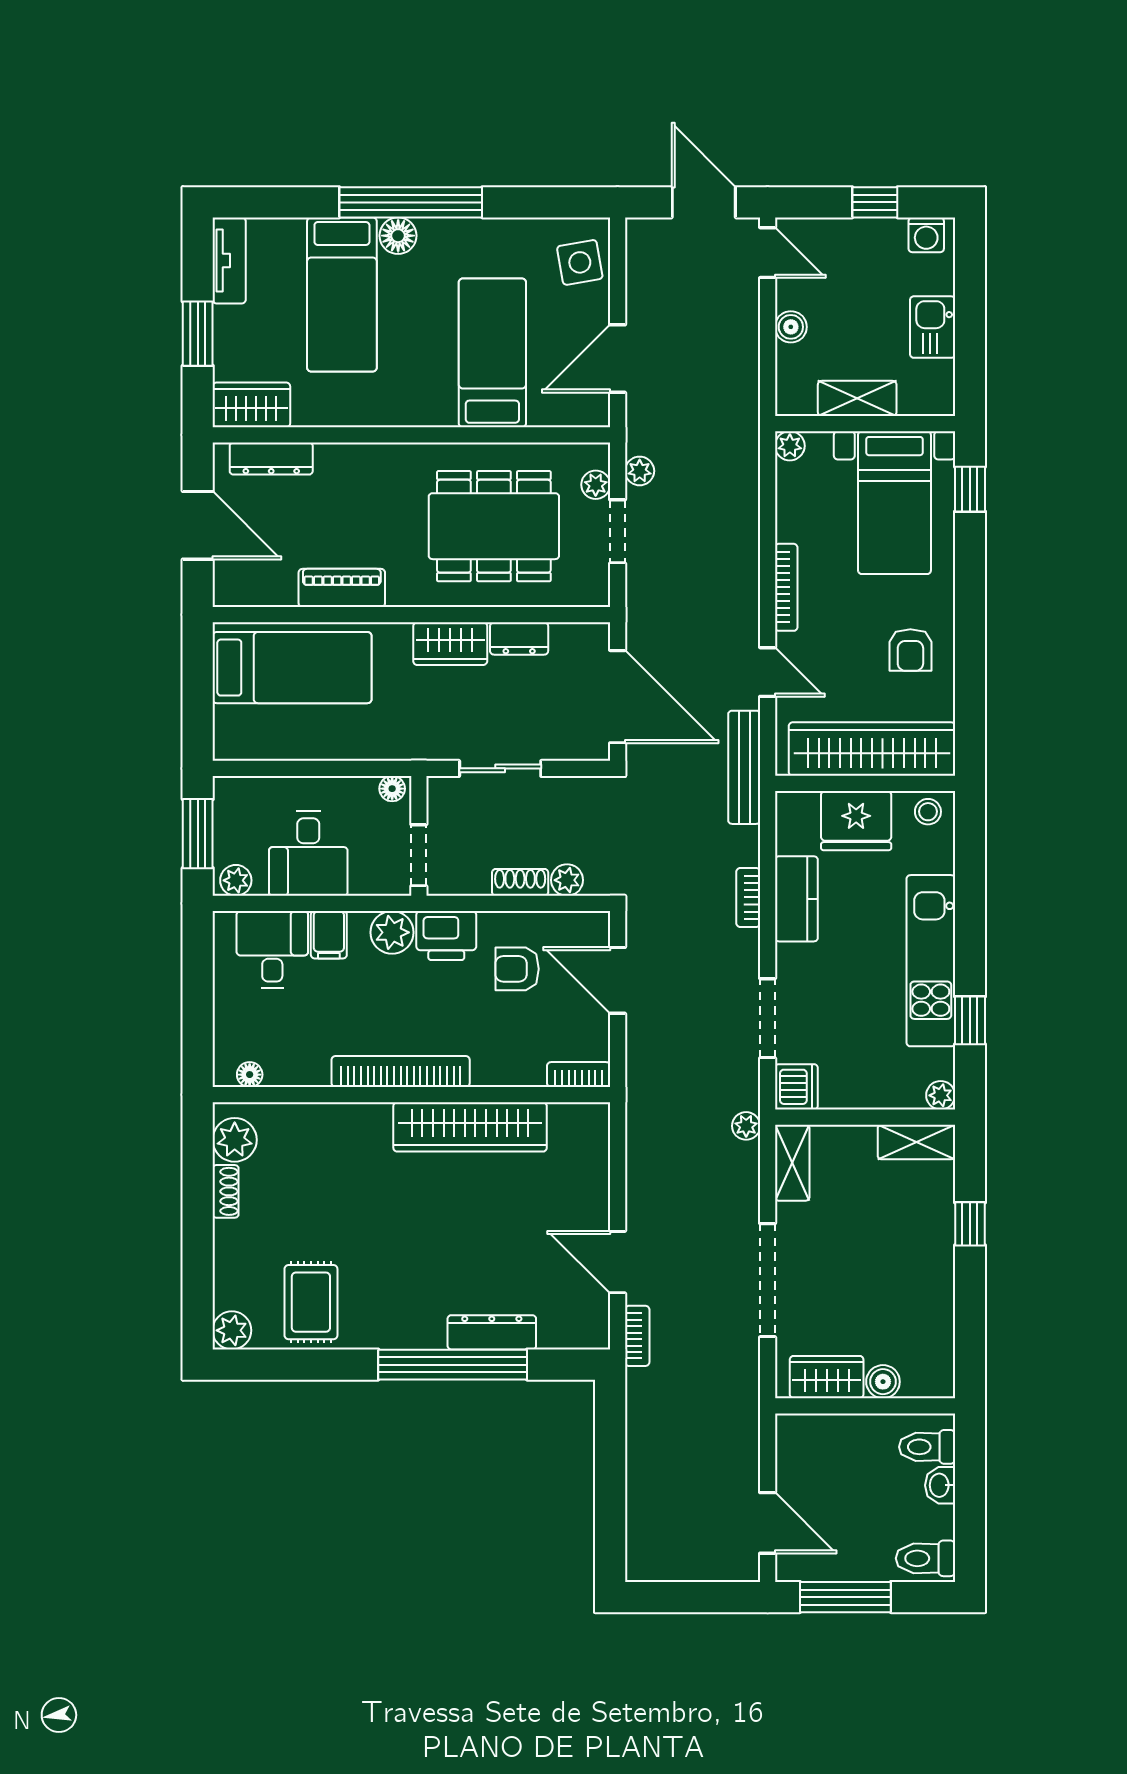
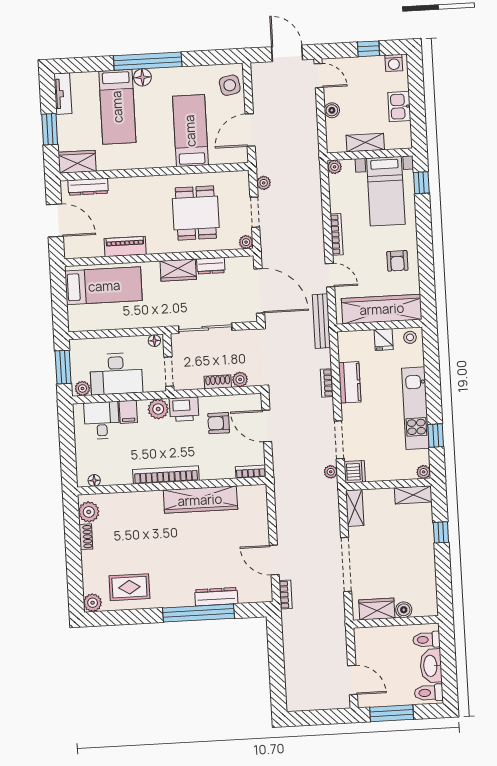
plant: (596, 485) -> (246, 242), moved
dining table: (494, 526) -> (196, 213), width x0.73
sliding door: (500, 768) -> (205, 328), width x1.37
fridge: (856, 821) -> (384, 339), width x0.53, depth x0.75
desk: (308, 854) -> (116, 374), width x1.37
plant: (746, 1126) -> (331, 472), moved
rug: (311, 1302) -> (129, 587), turned 90
washbasin: (940, 1485) -> (431, 666), width x1.91, depth x1.45

